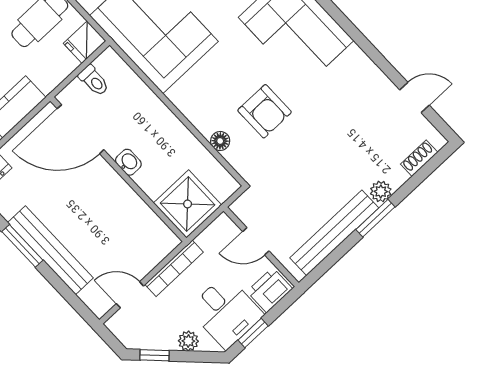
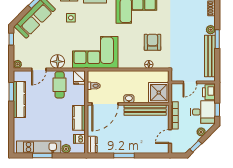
armchair: (265, 111) -> (152, 42), turned -90
bench: (50, 250) -> (145, 110), moved

